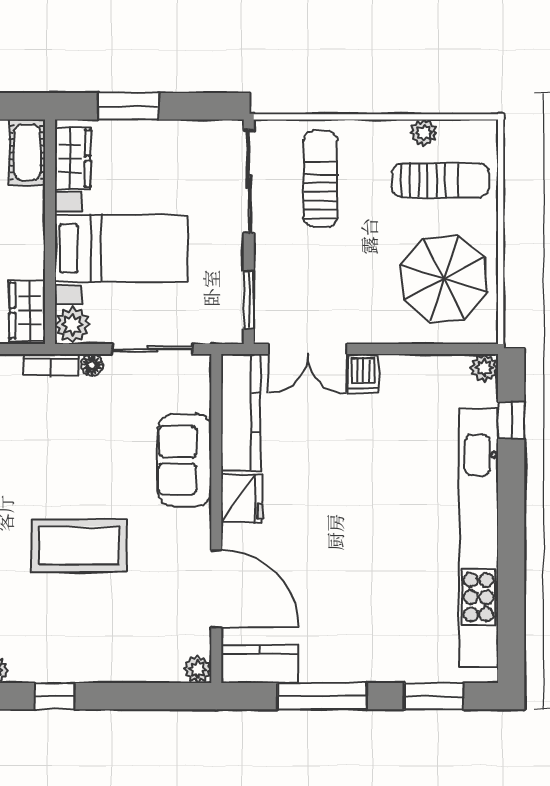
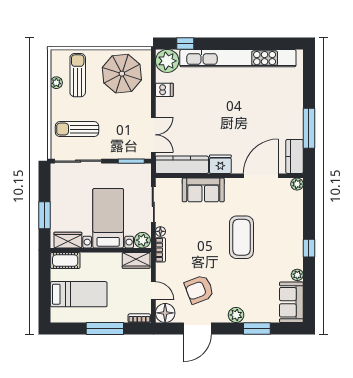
plant: (484, 368) -> (167, 61), width x1.87, depth x1.87
dishwasher: (363, 374) -> (164, 90), moved
window: (434, 696) -> (309, 78), removed

